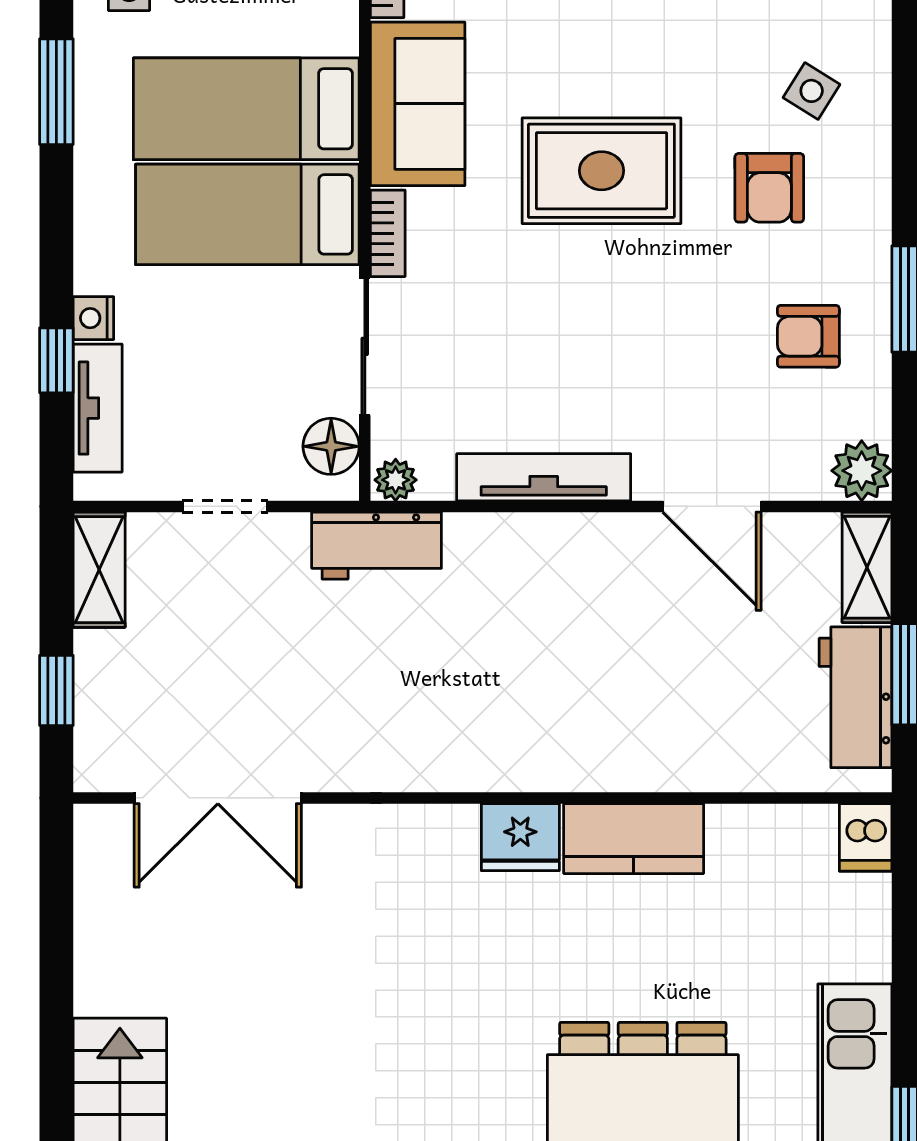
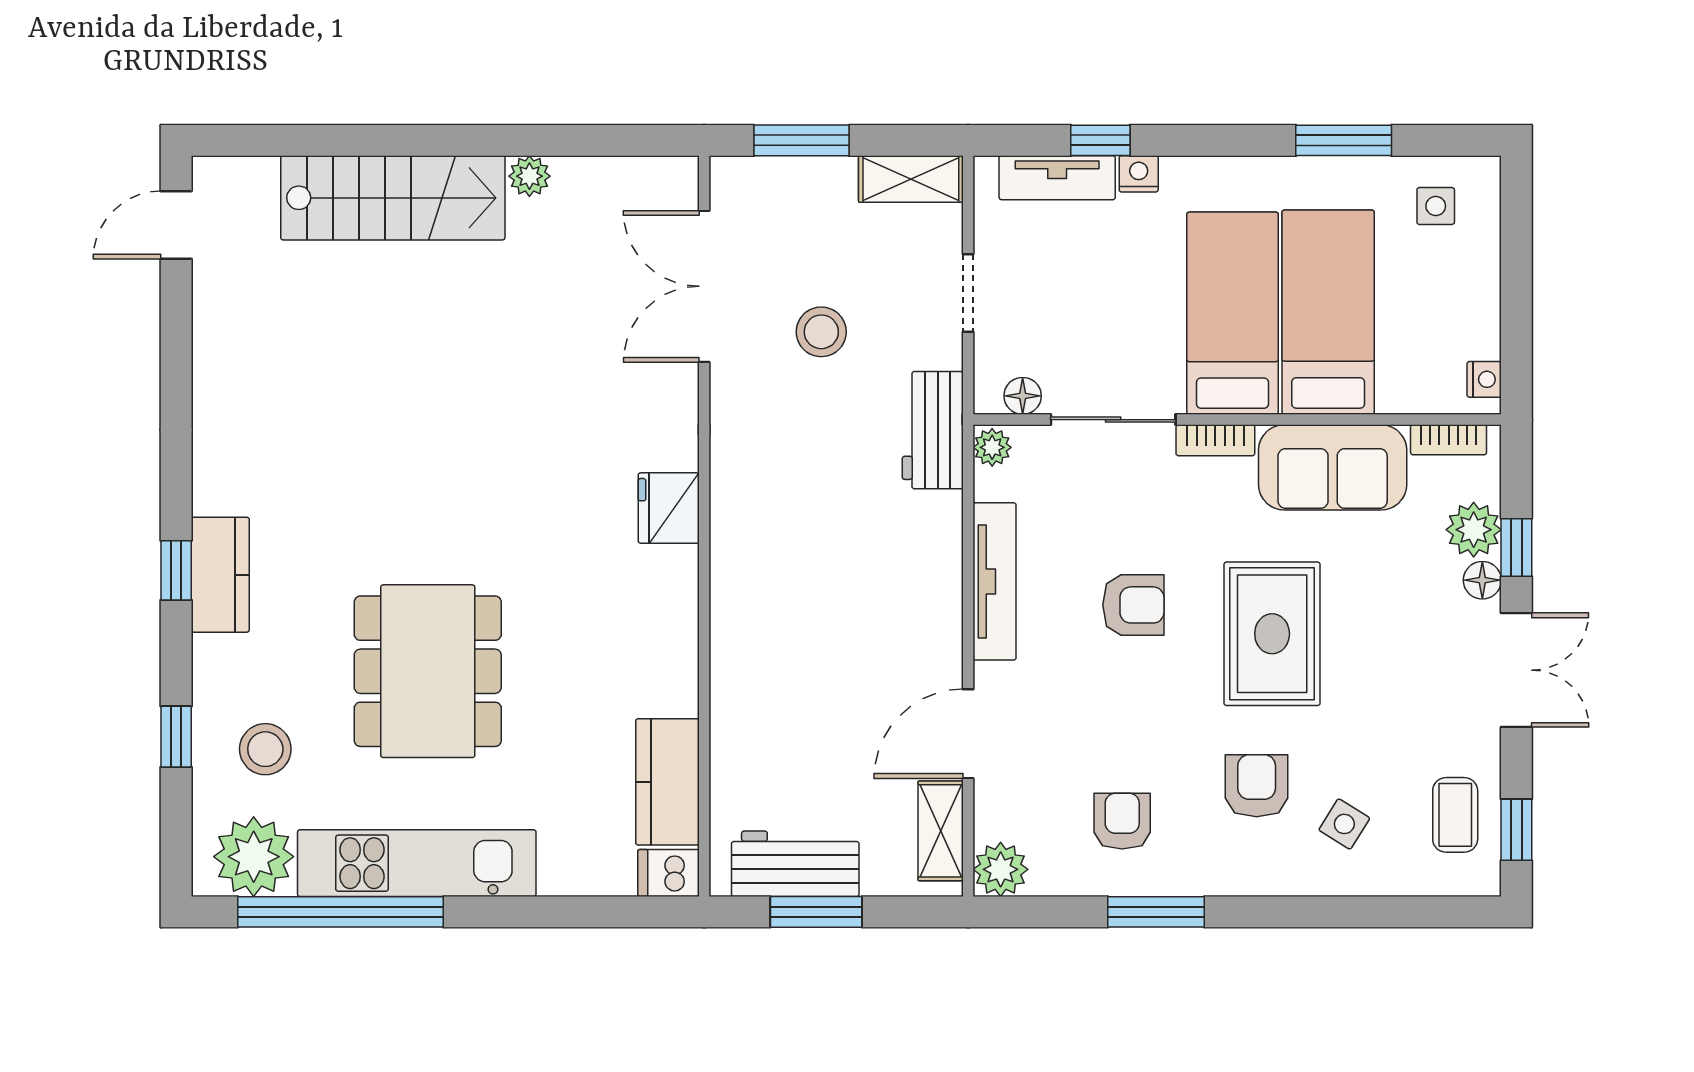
armchair: (769, 188) -> (1257, 786), turned 90
armchair: (570, 324) -> (1133, 605), added
floor lamp: (331, 446) -> (1023, 396), width x0.73, depth x0.73
shelving: (867, 567) -> (941, 831), moved, turned 90
stool: (268, 669) -> (821, 332), added
window: (56, 690) -> (802, 140), width x1.50
fridge: (520, 837) -> (669, 508), moved
kitchen counter: (634, 839) -> (667, 782), moved
plant: (96, 991) -> (529, 176), added

